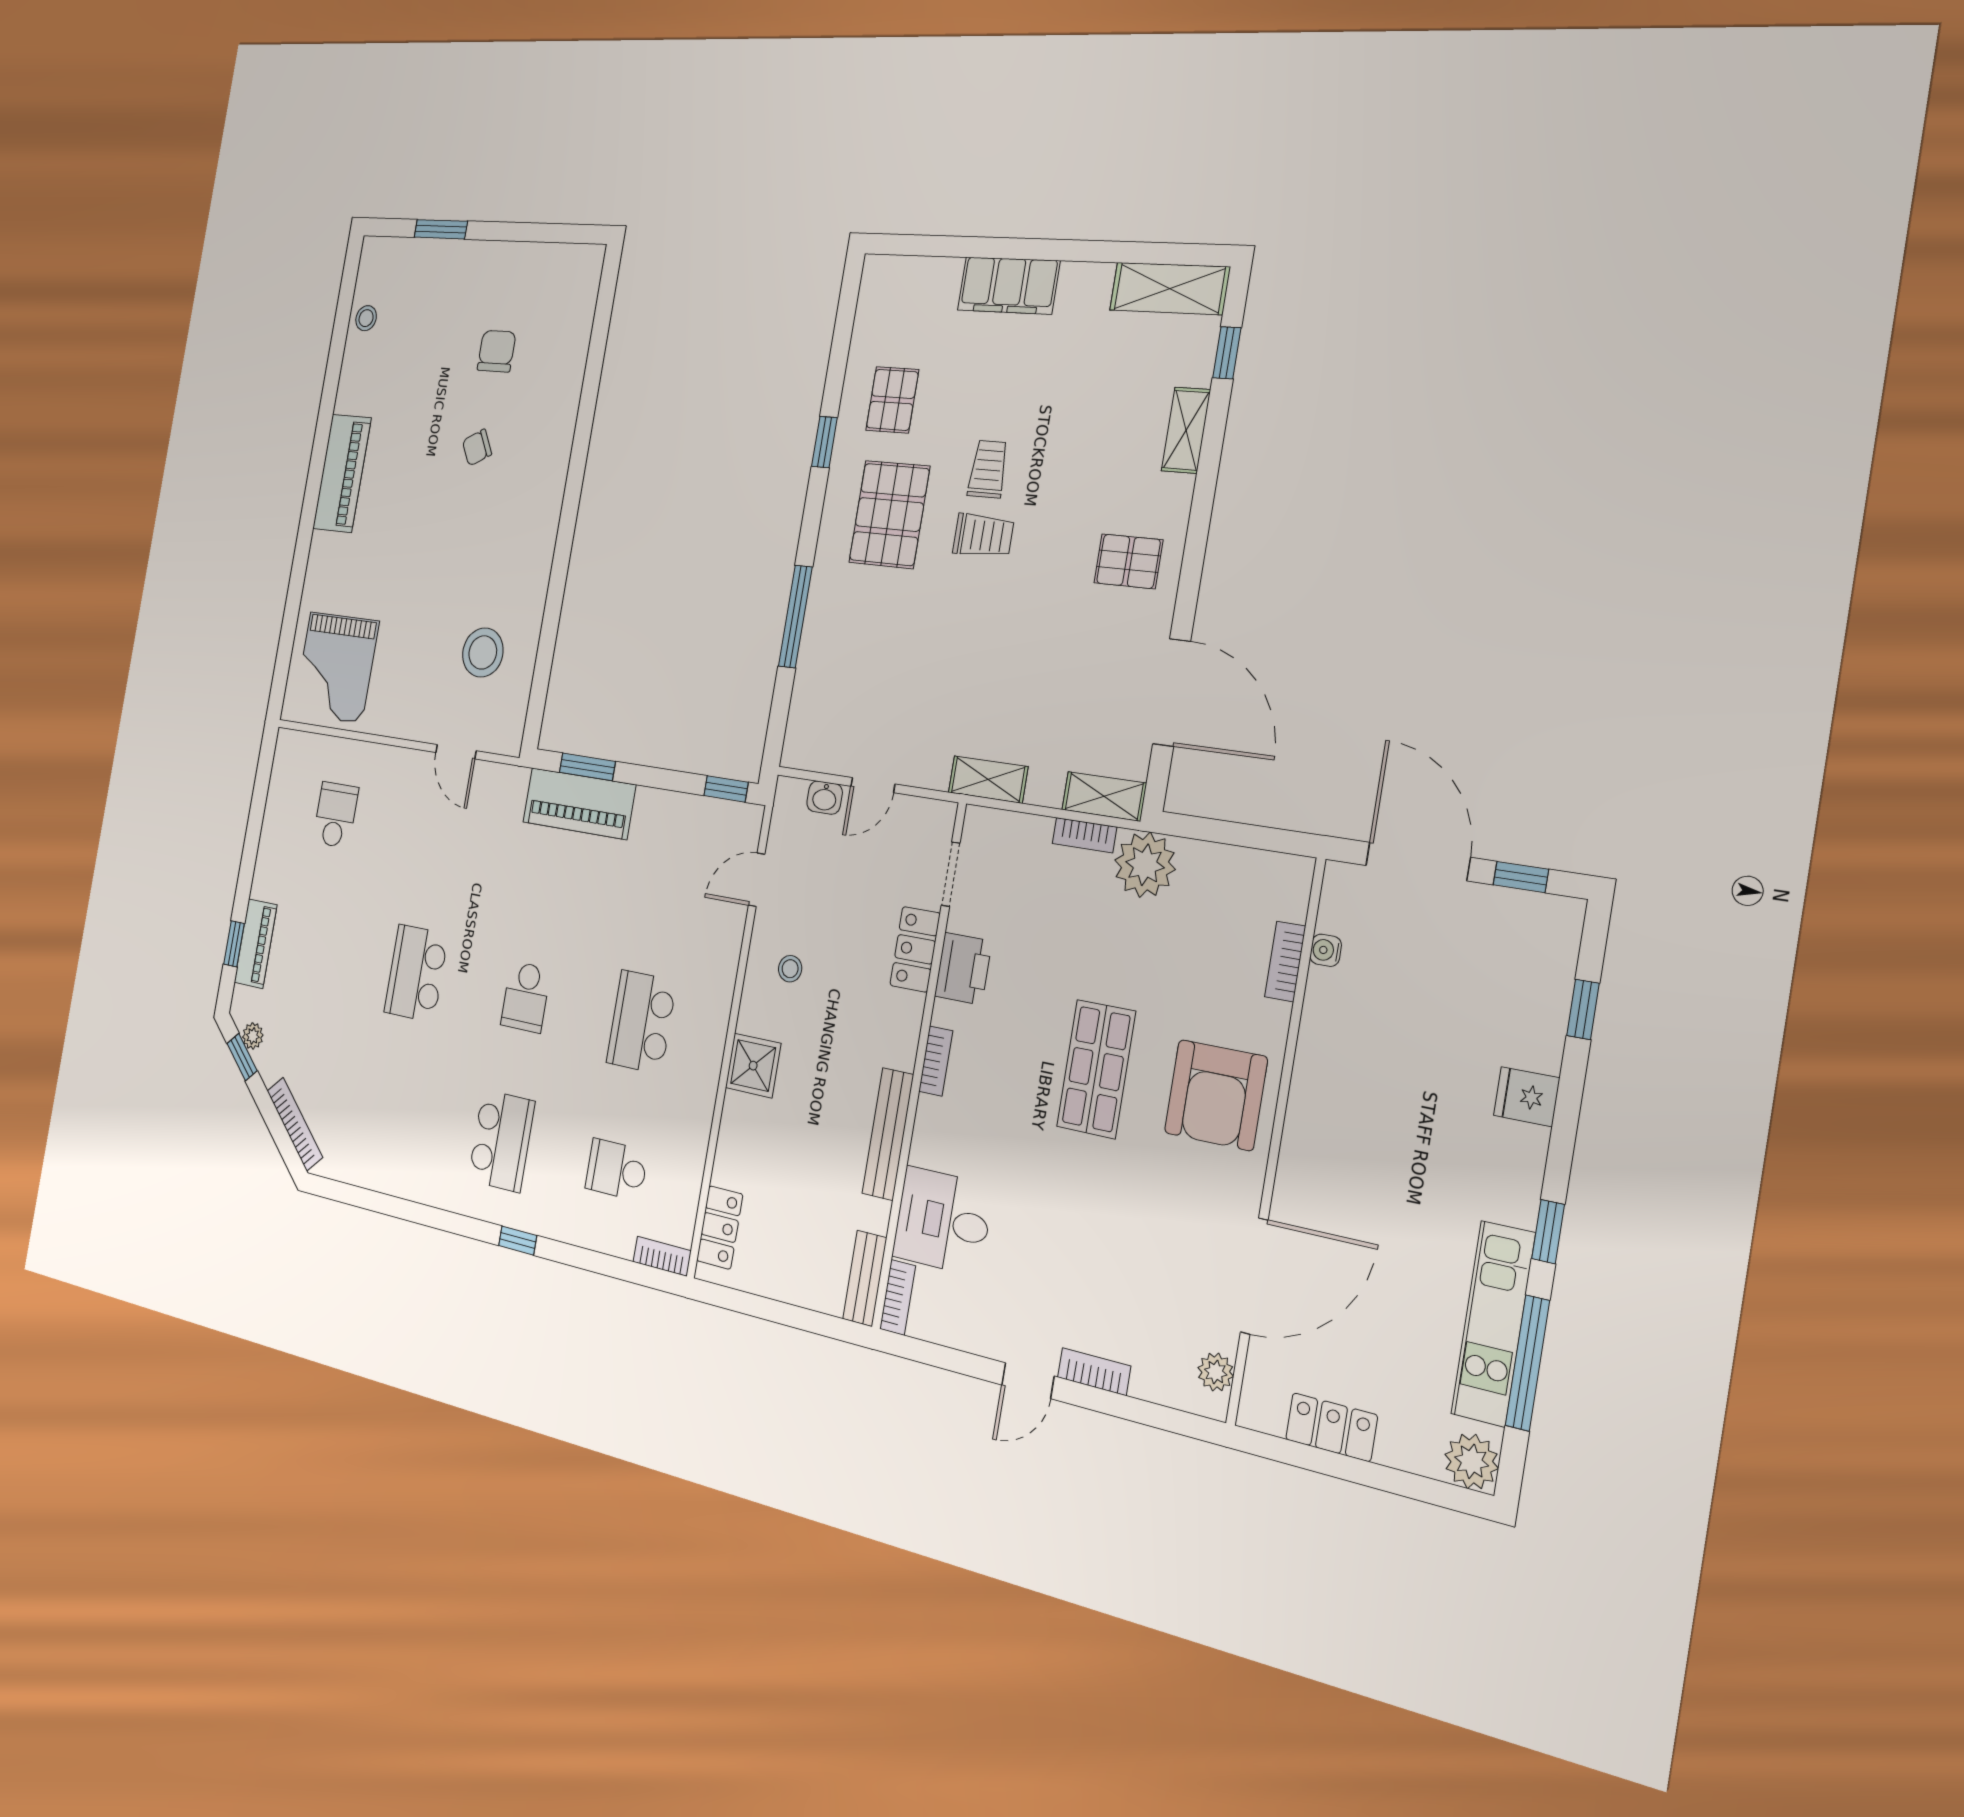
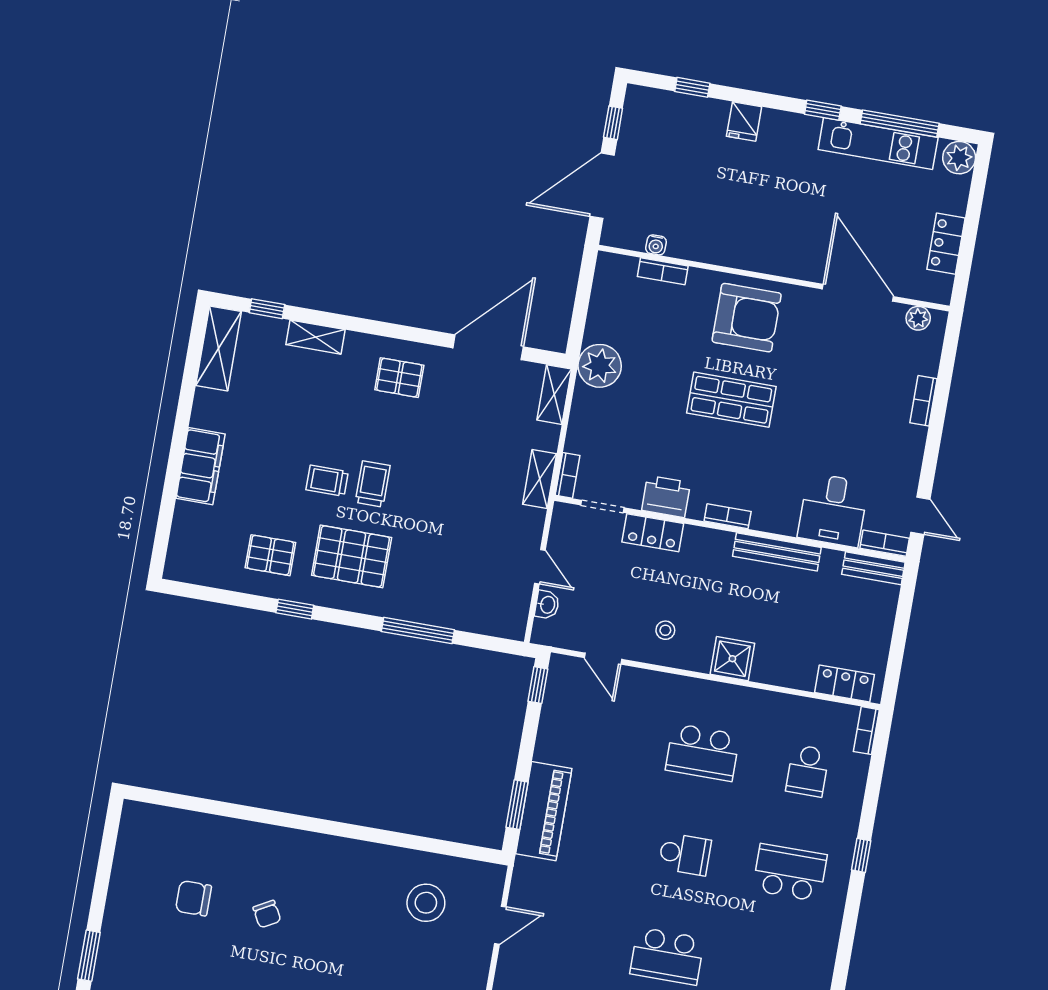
pallet: (1128, 561) -> (399, 378), turned 90
bookcase: (1084, 835) -> (568, 475), moved
door: (1028, 1381) -> (920, 516), moved

